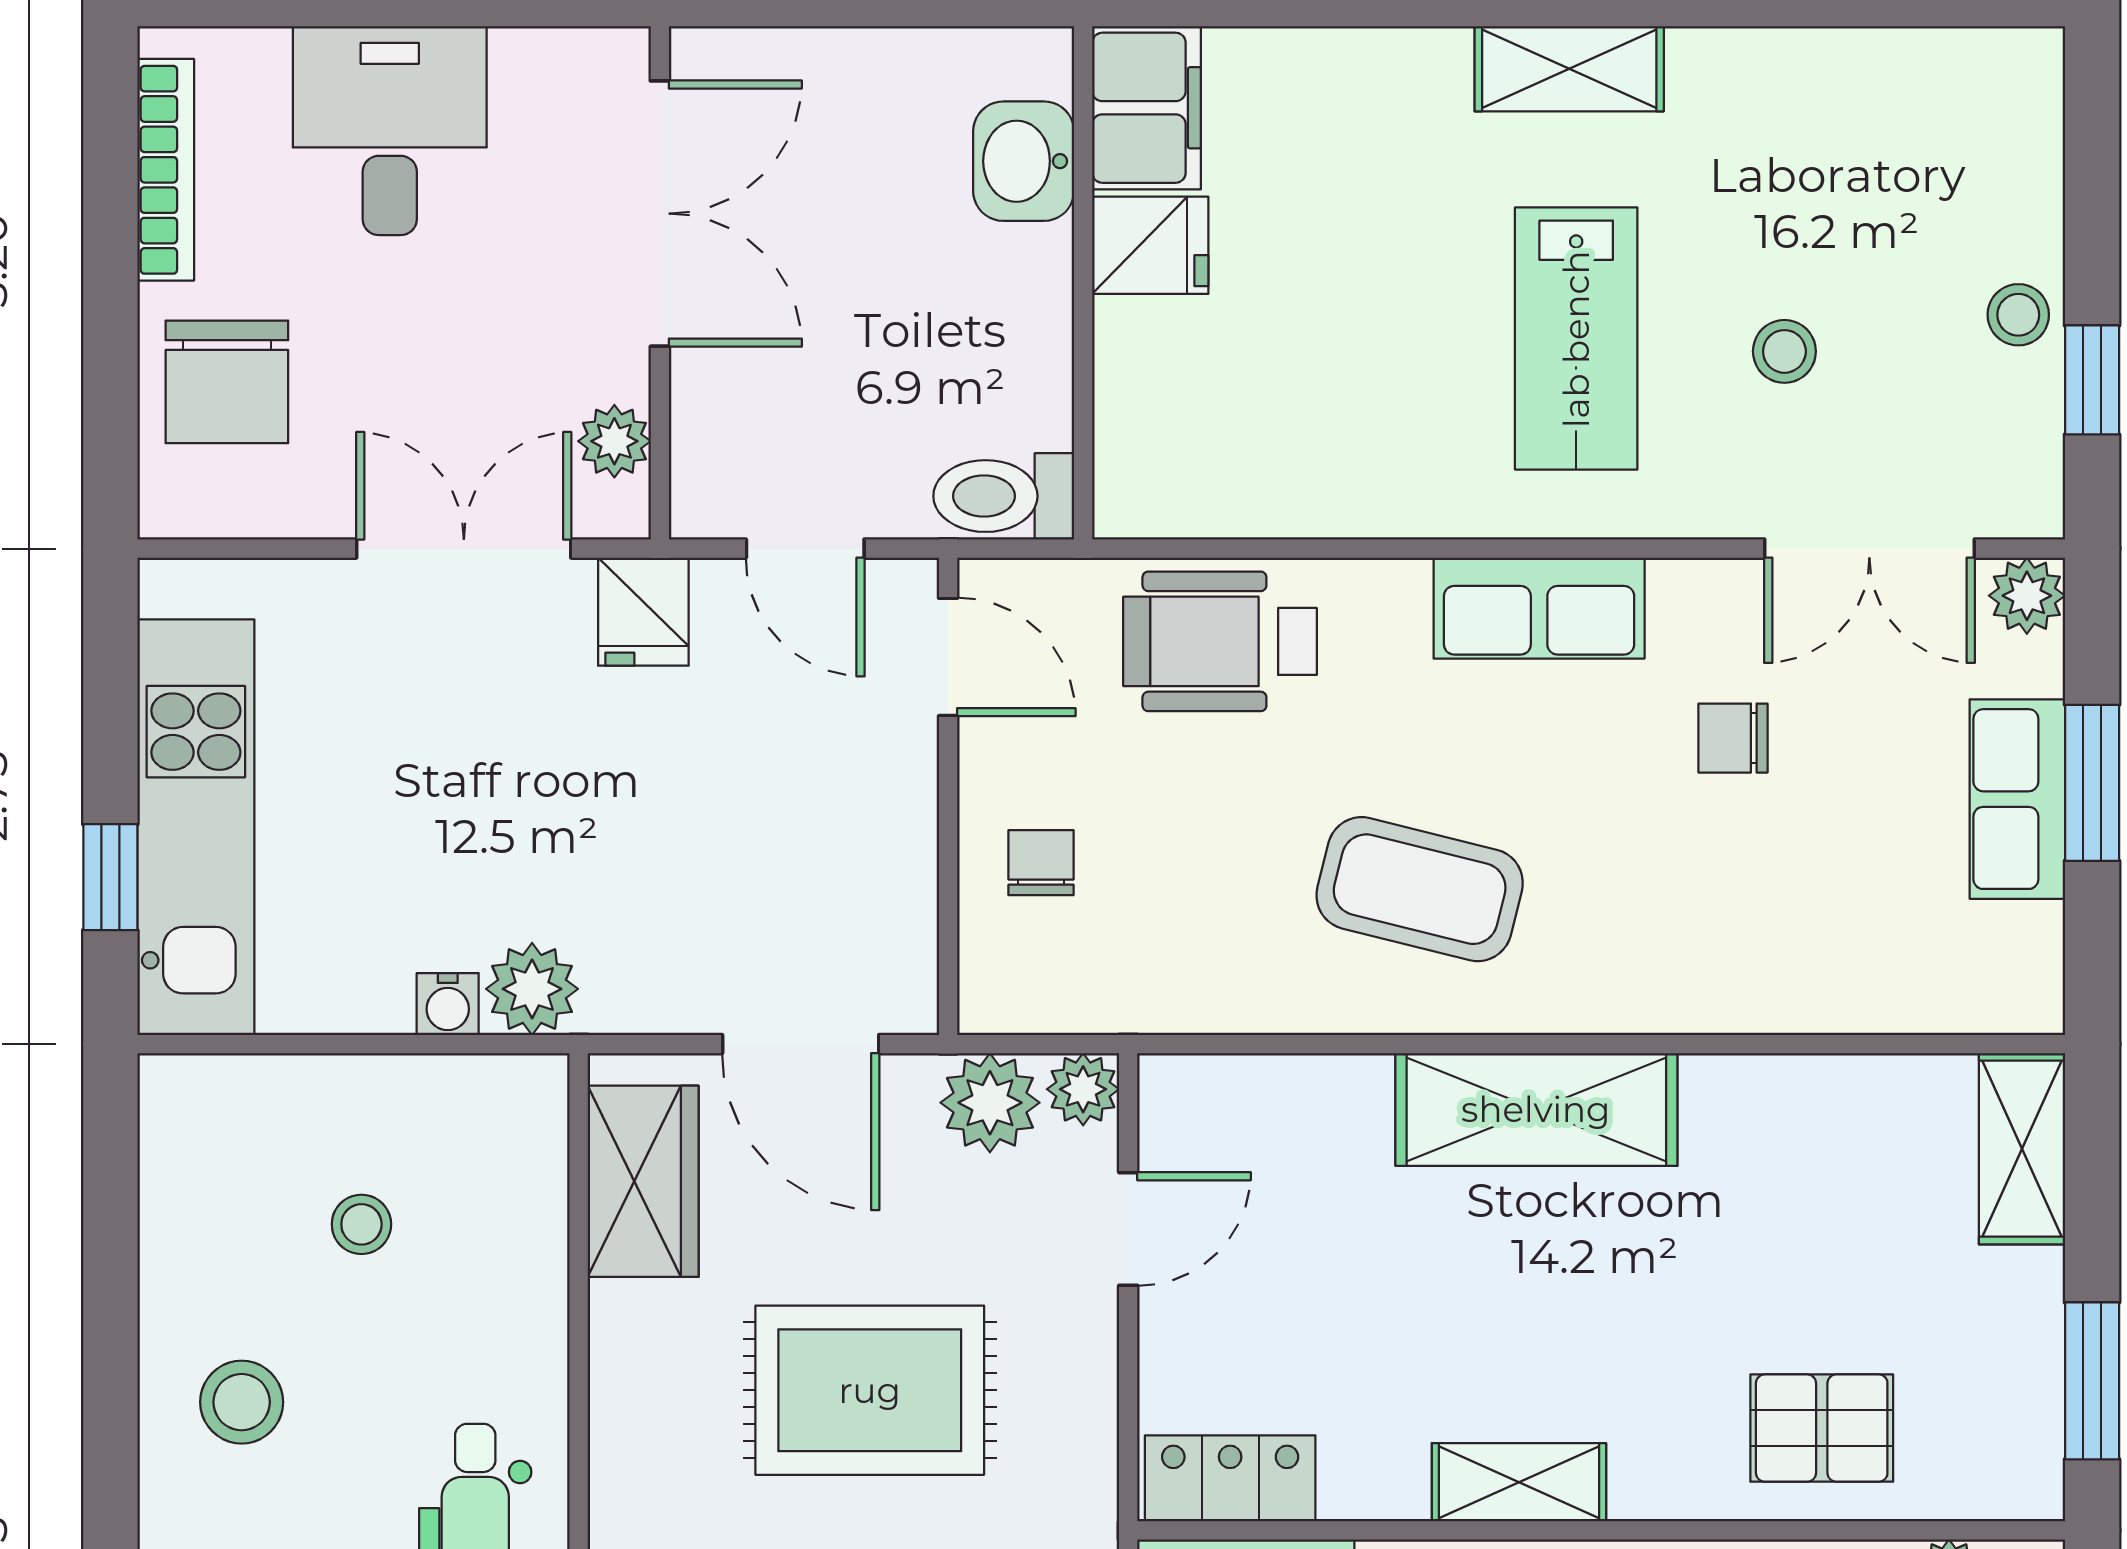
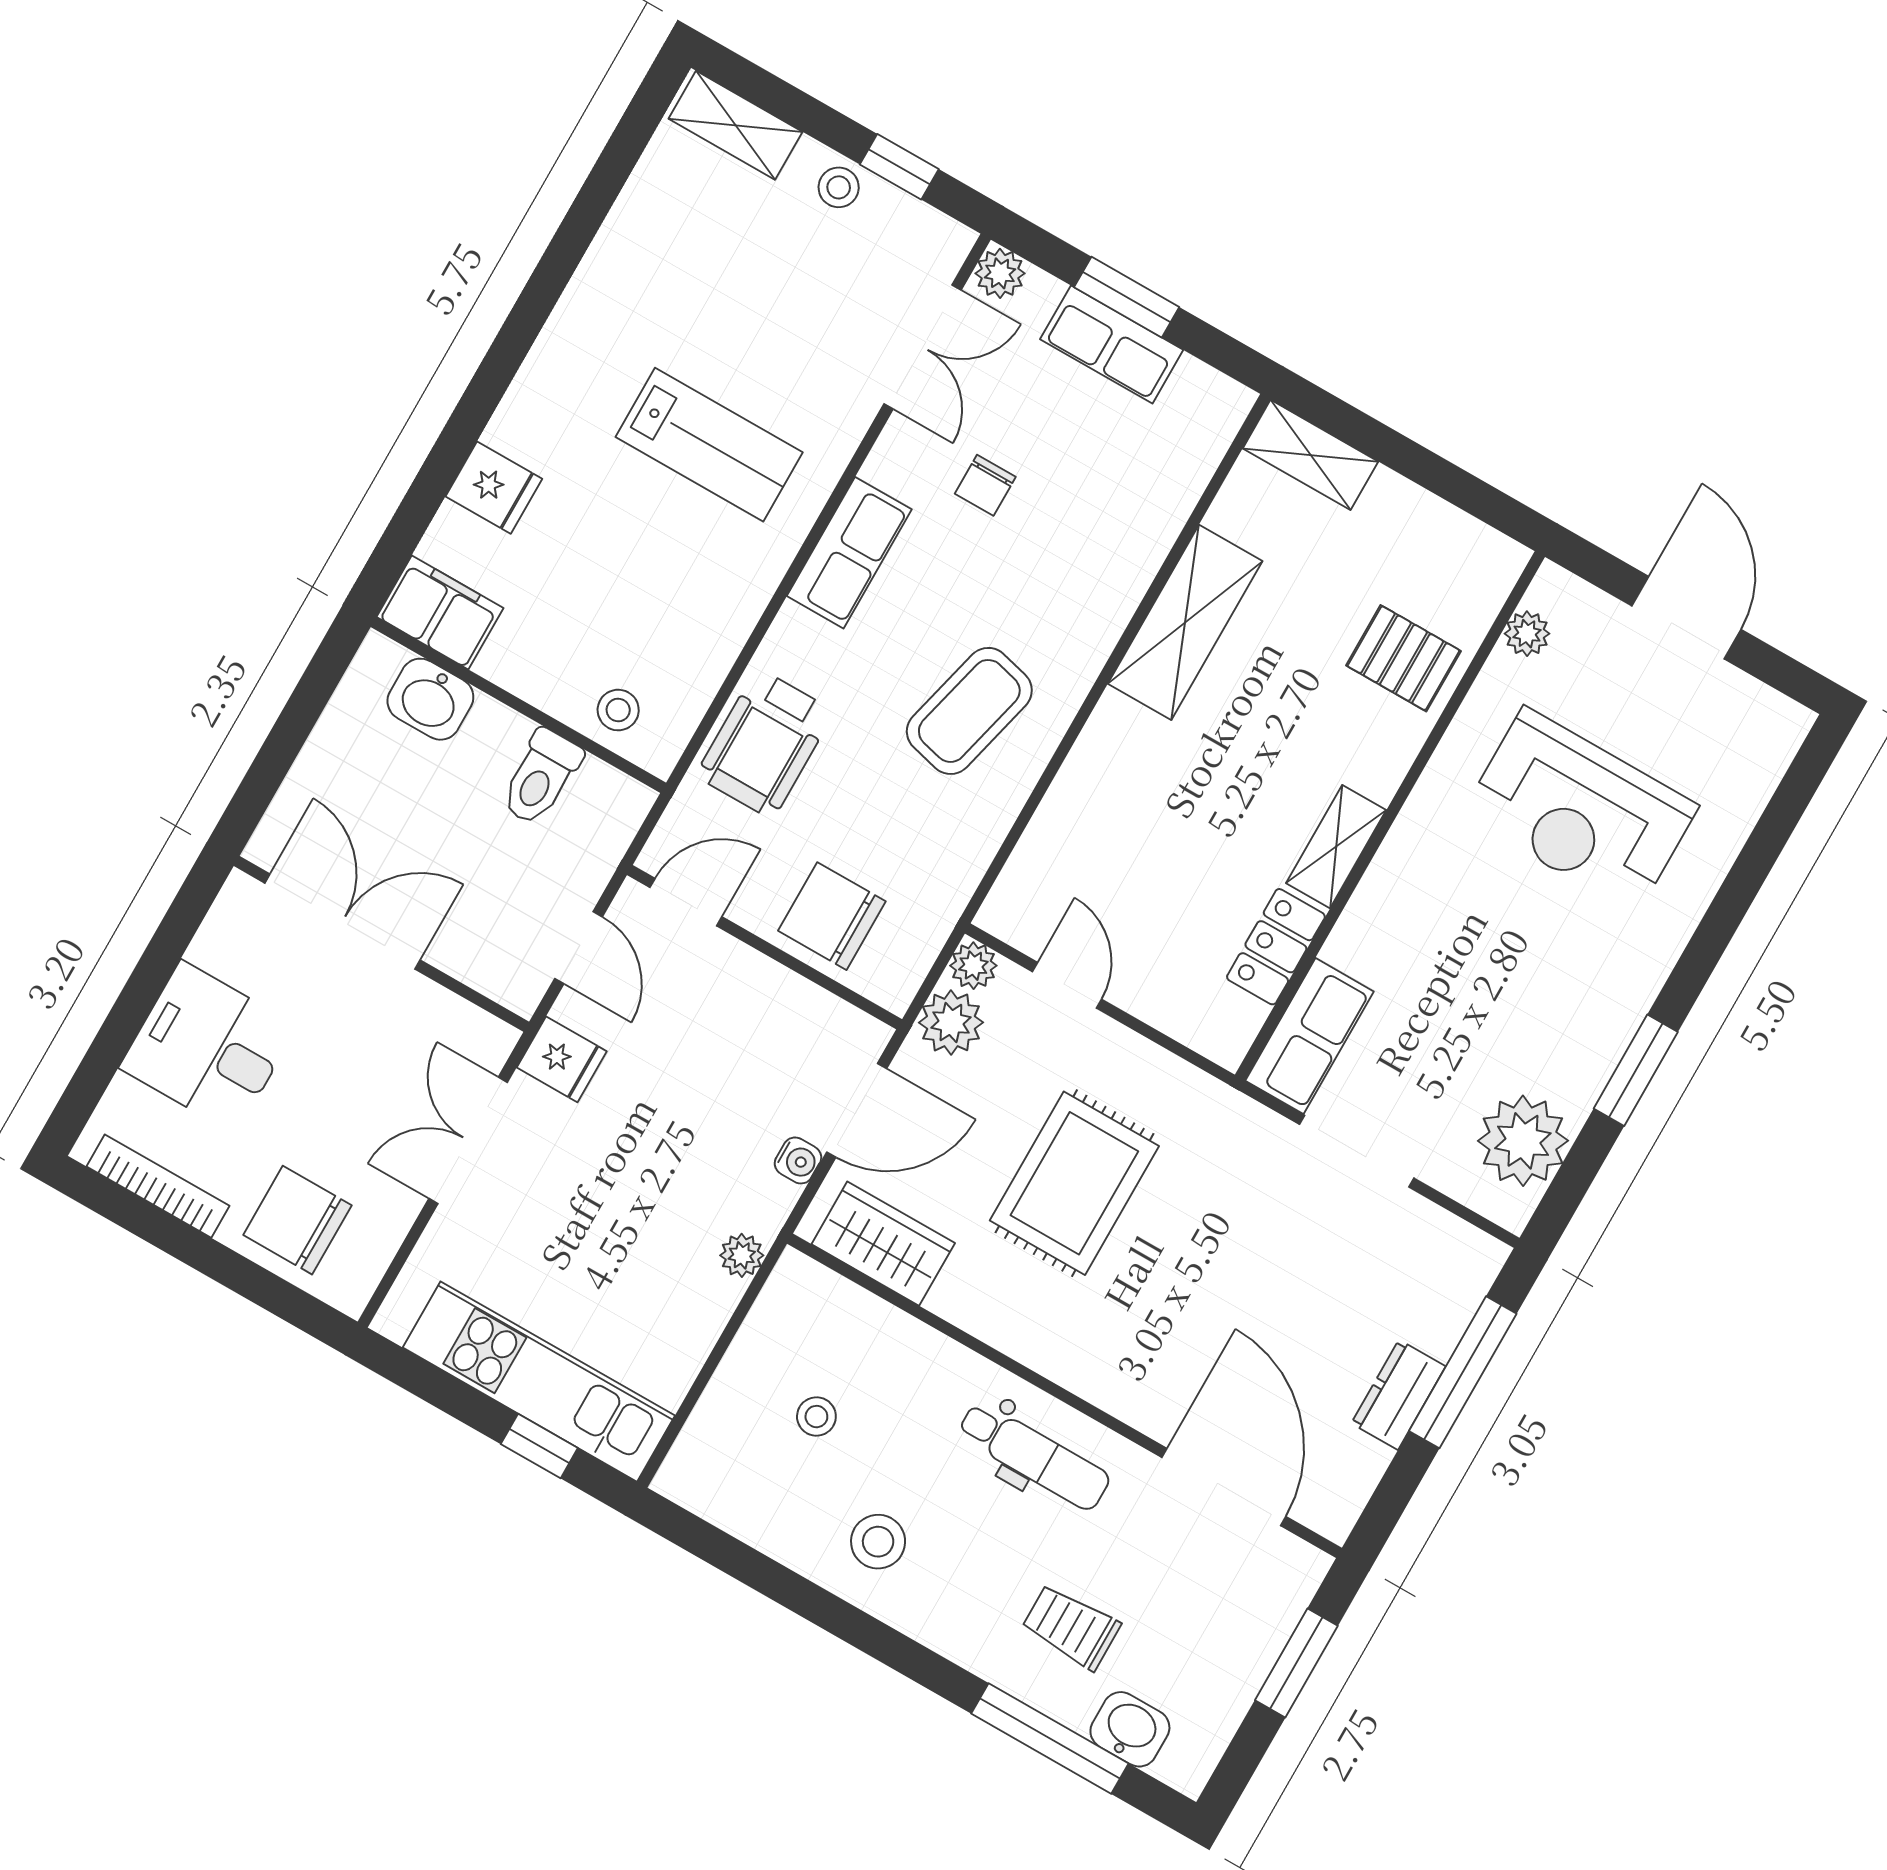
shelving: (1569, 69) -> (736, 125), moved, turned 90
fridge: (1150, 245) -> (494, 488), moved, turned 90
stool: (1784, 351) -> (618, 710), moved
chair: (227, 382) -> (297, 1220), turned 180
plant: (614, 441) -> (456, 1021), removed
toilet: (1004, 496) -> (541, 777), moved
door: (805, 549) -> (578, 948), hinge flipped
chair: (1041, 863) -> (832, 916), width x1.87, depth x1.87
plant: (532, 989) -> (742, 1255), width x0.73, depth x0.73
water cooler: (448, 1004) -> (798, 1160), moved
shelving: (1536, 1109) -> (1185, 622), moved
window: (2092, 1381) -> (1464, 490), removed
pallet: (1822, 1428) -> (1403, 658), turned 90
locker: (1230, 1478) -> (1276, 947), moved

